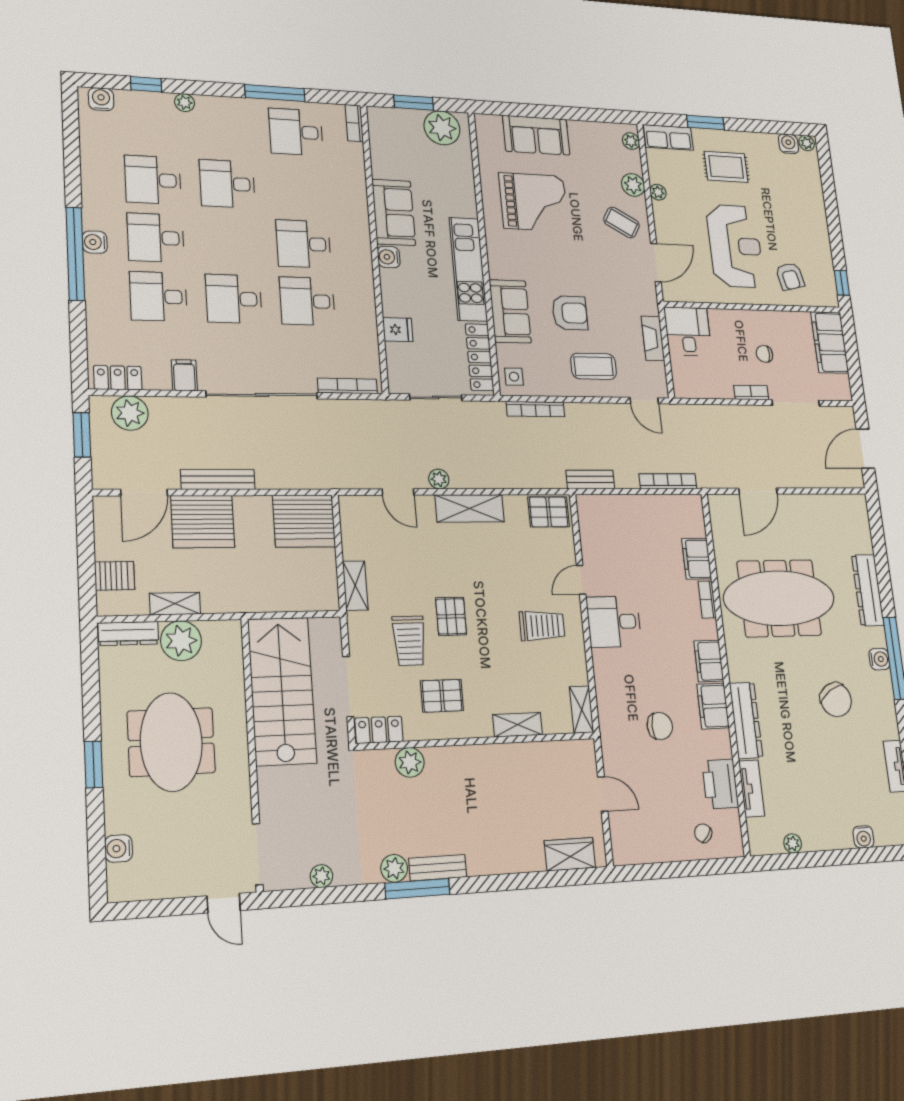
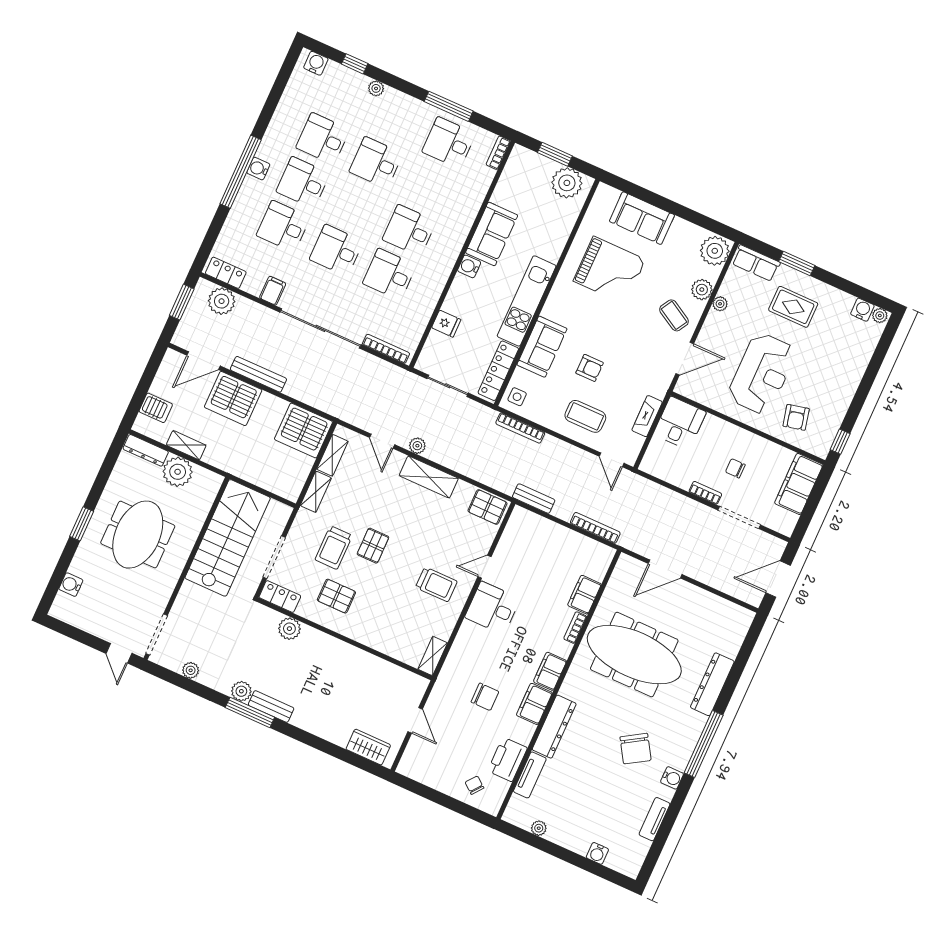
plant: (631, 141) -> (715, 251), width x1.88, depth x1.88
armchair: (570, 313) -> (590, 368), width x0.72, depth x0.72
water cooler: (879, 659) -> (672, 778), moved
shelving: (518, 725) -> (332, 455), moved, turned 90

